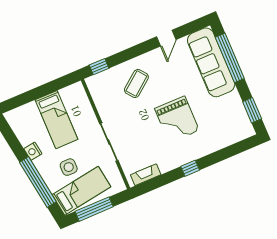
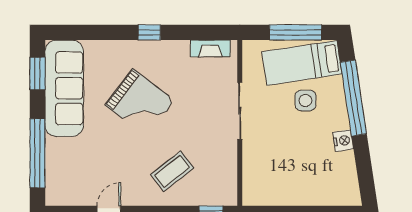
sofa: (211, 62) -> (64, 88), moved
bed: (56, 120) -> (295, 169), removed
grand piano: (177, 120) -> (140, 103), turned 127

